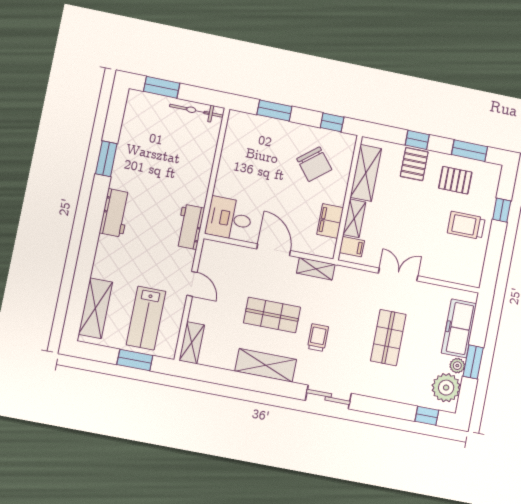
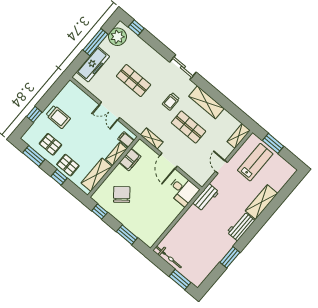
pallet: (414, 164) -> (68, 165), turned 90
shelving: (95, 308) -> (261, 202), moved
shop shelf: (388, 338) -> (134, 81), turned 90
window: (473, 362) -> (95, 42), width x1.44
plant: (457, 366) -> (105, 45), removed

